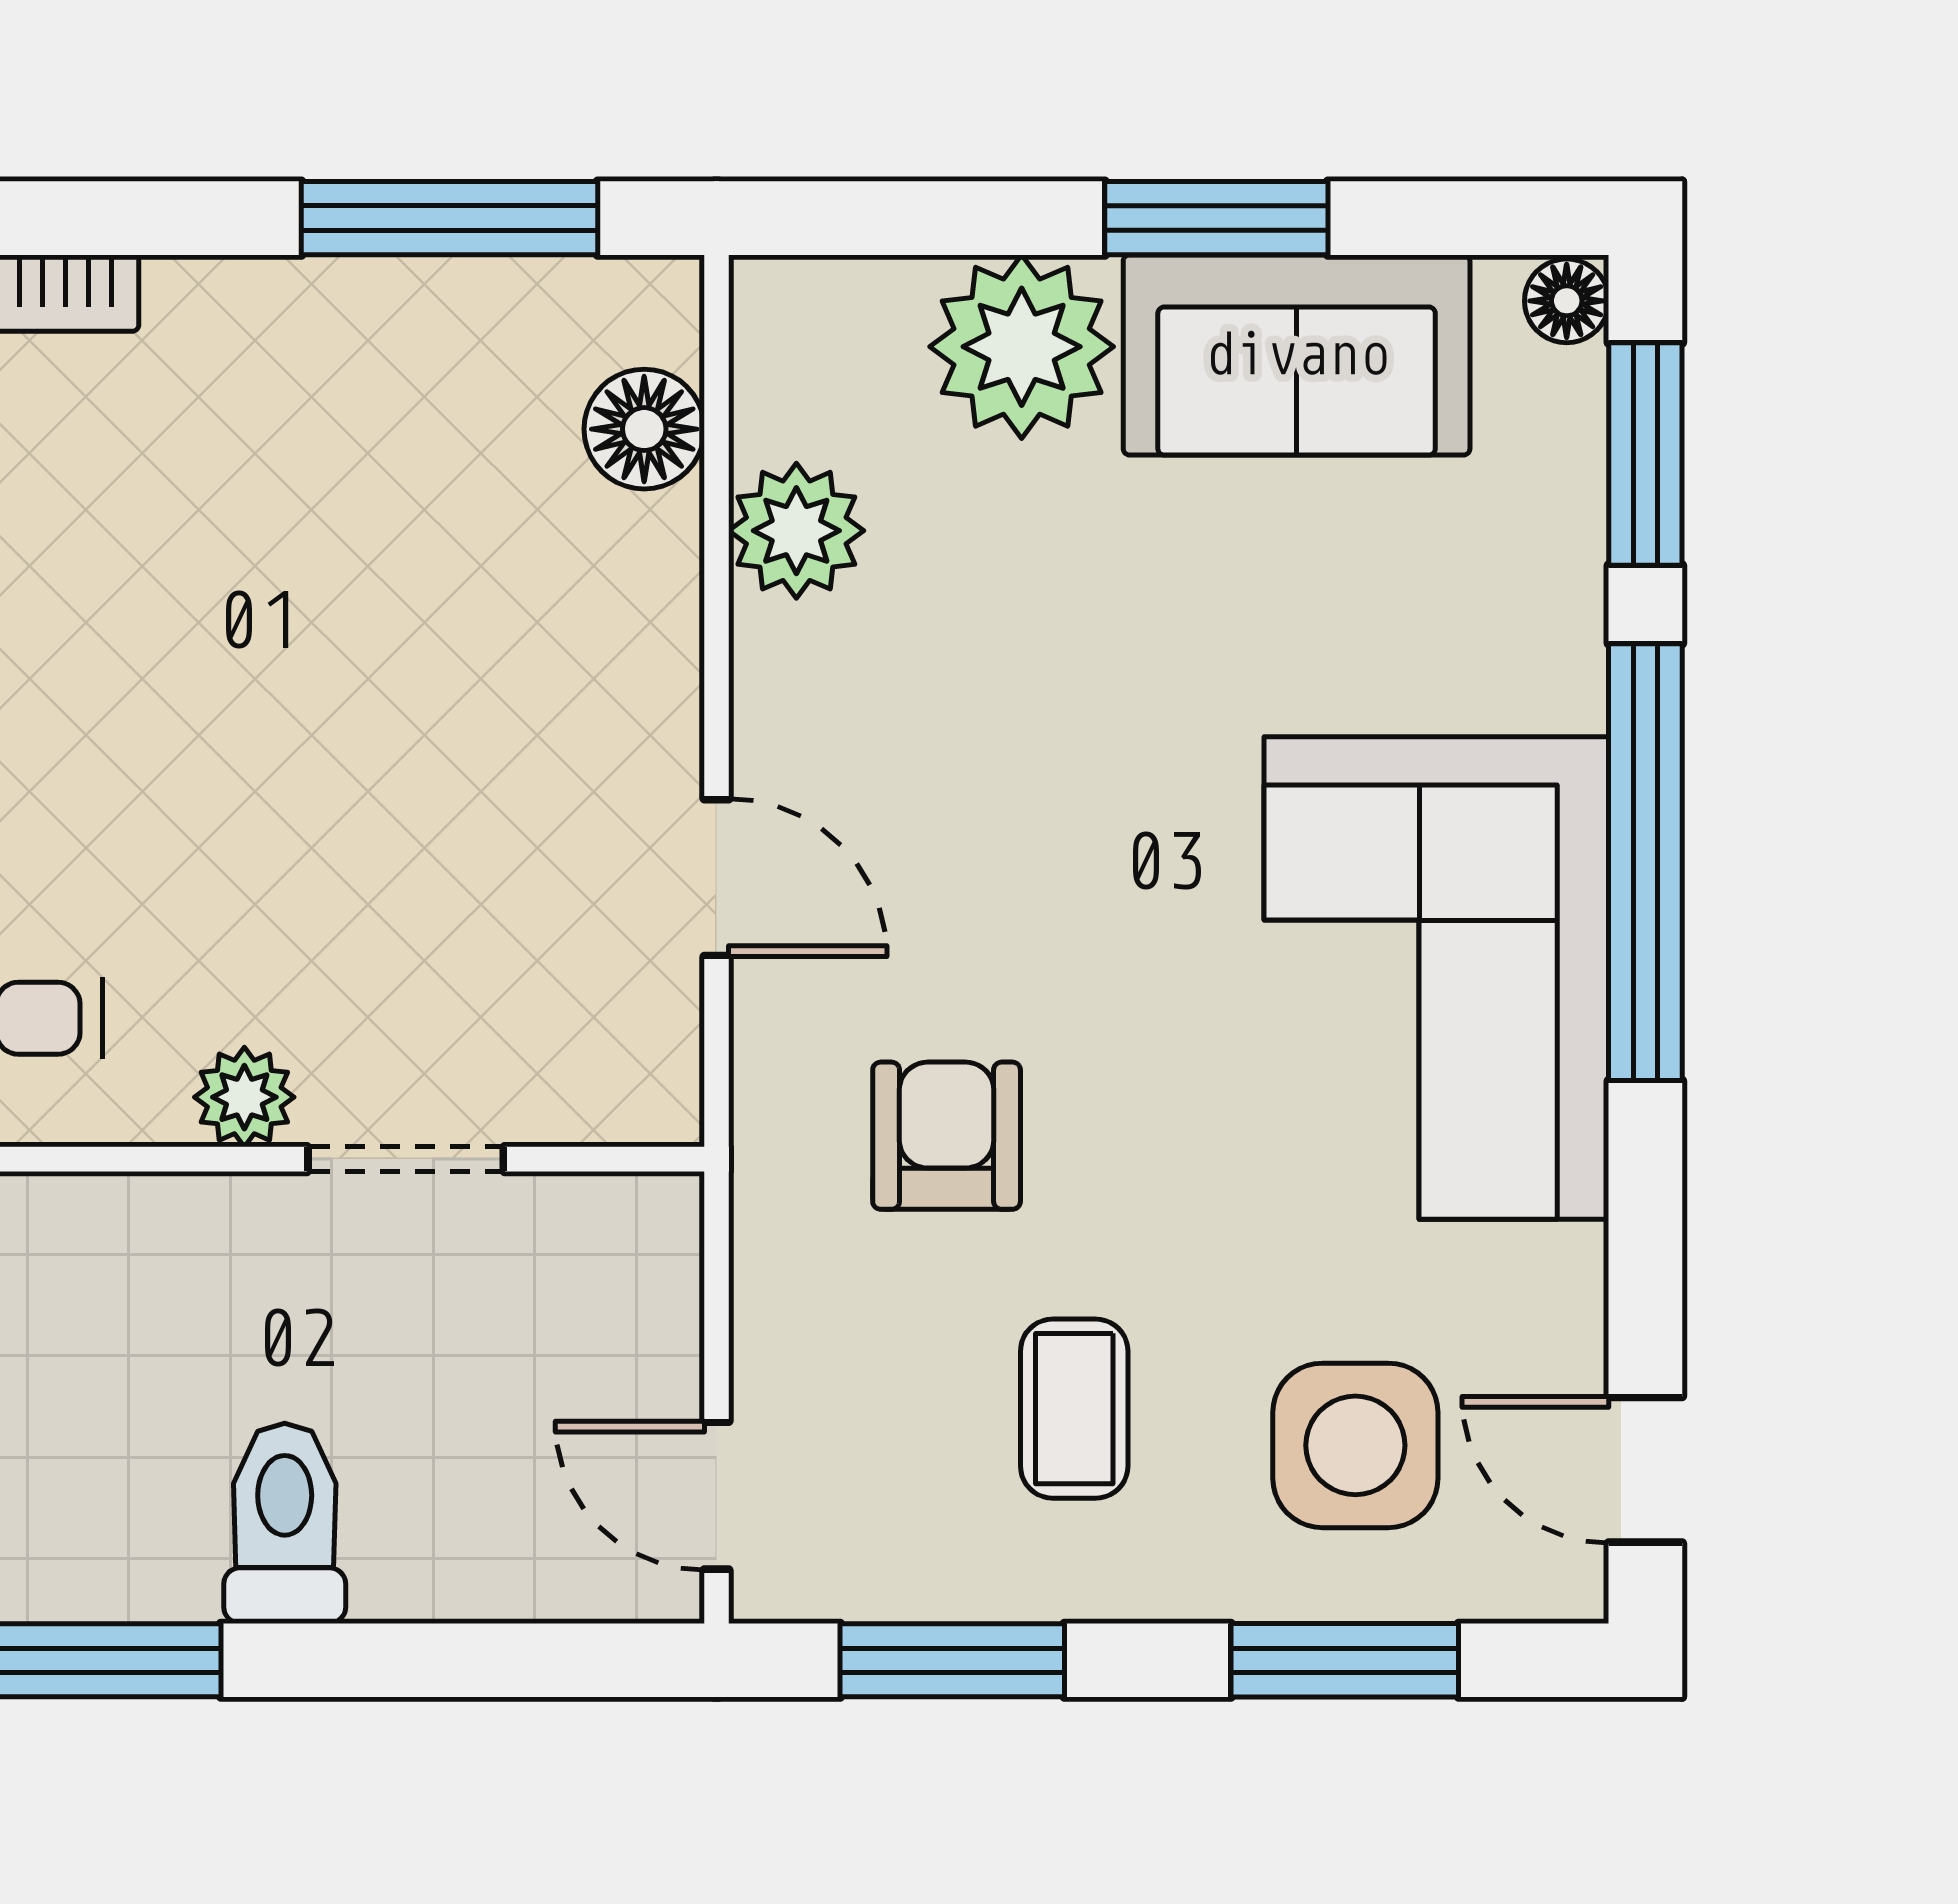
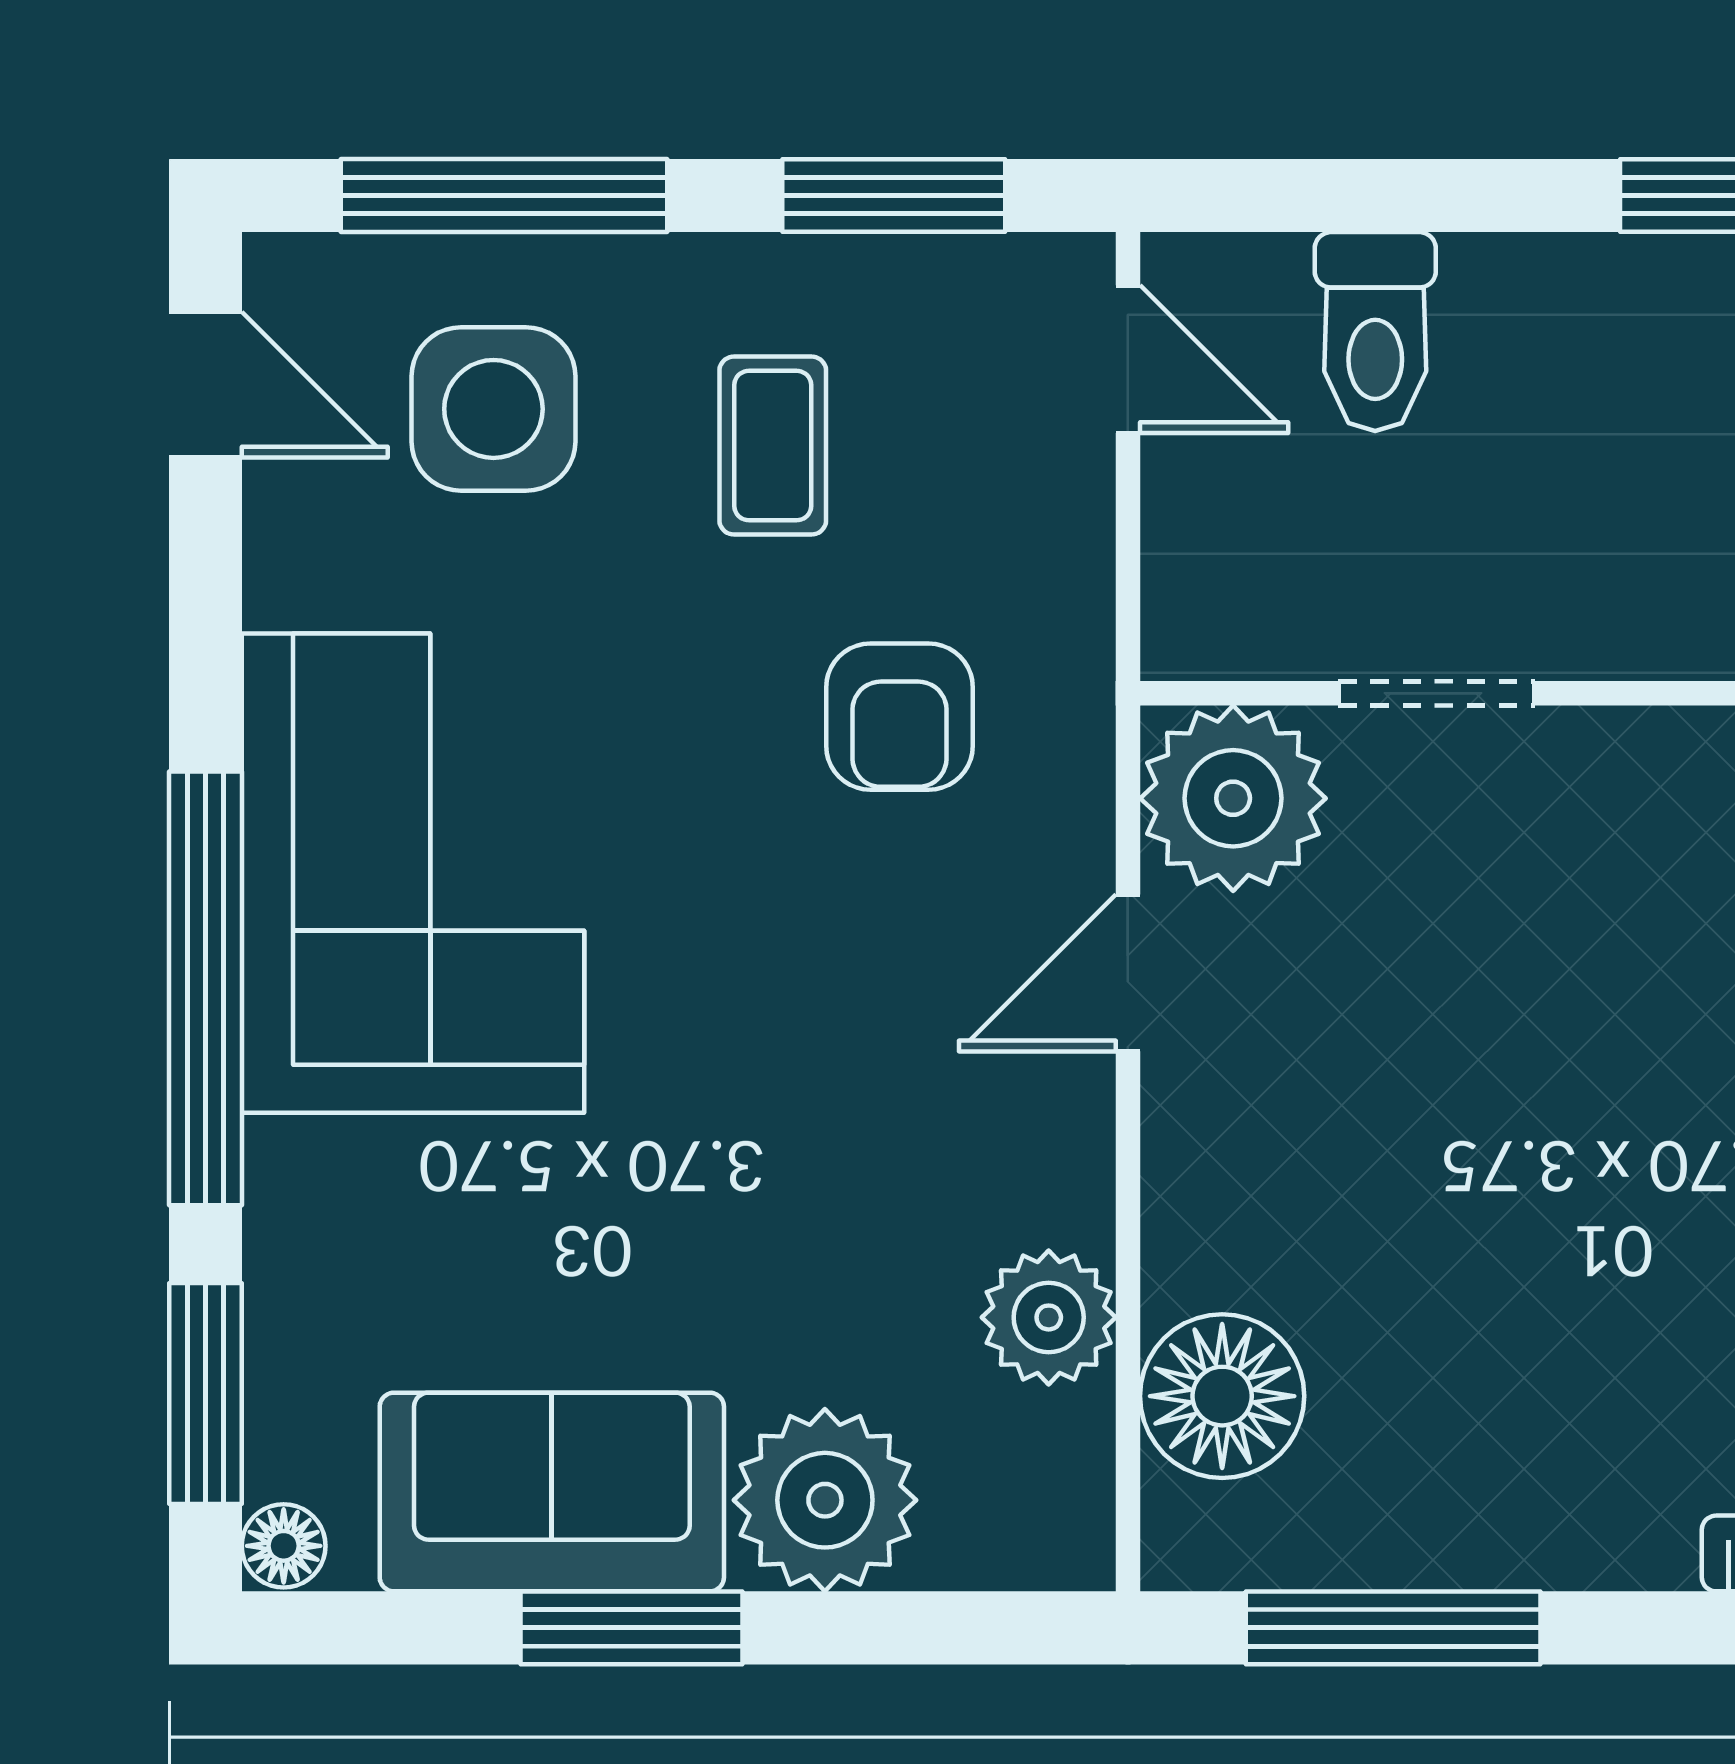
floor lamp: (644, 429) -> (1222, 1396), width x1.38, depth x1.38
door: (717, 878) -> (1128, 973), hinge flipped
plant: (244, 1097) -> (1233, 798), moved, width x1.87, depth x1.87
toilet: (285, 1523) -> (1375, 332), moved
window: (1345, 1660) -> (504, 196), width x1.44

